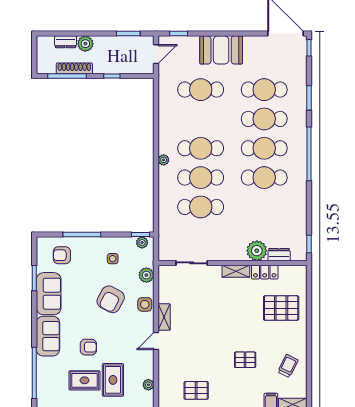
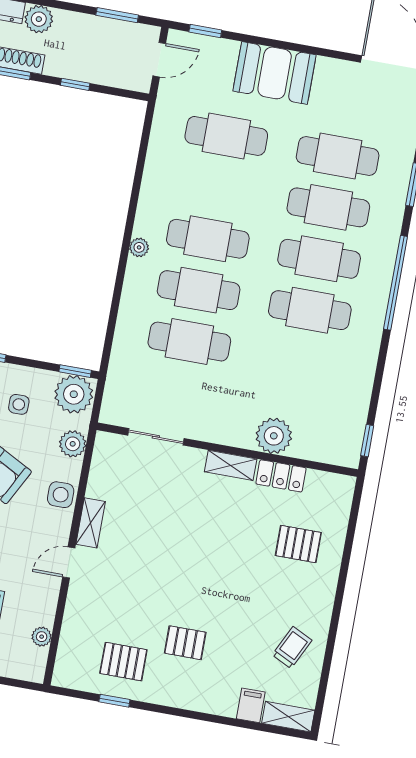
plant: (142, 243) -> (74, 394), width x1.88, depth x1.88
dresser: (279, 255) -> (312, 450), removed
pallet: (281, 308) -> (298, 544), width x0.67, depth x0.71
pallet: (245, 360) -> (185, 643), moved

